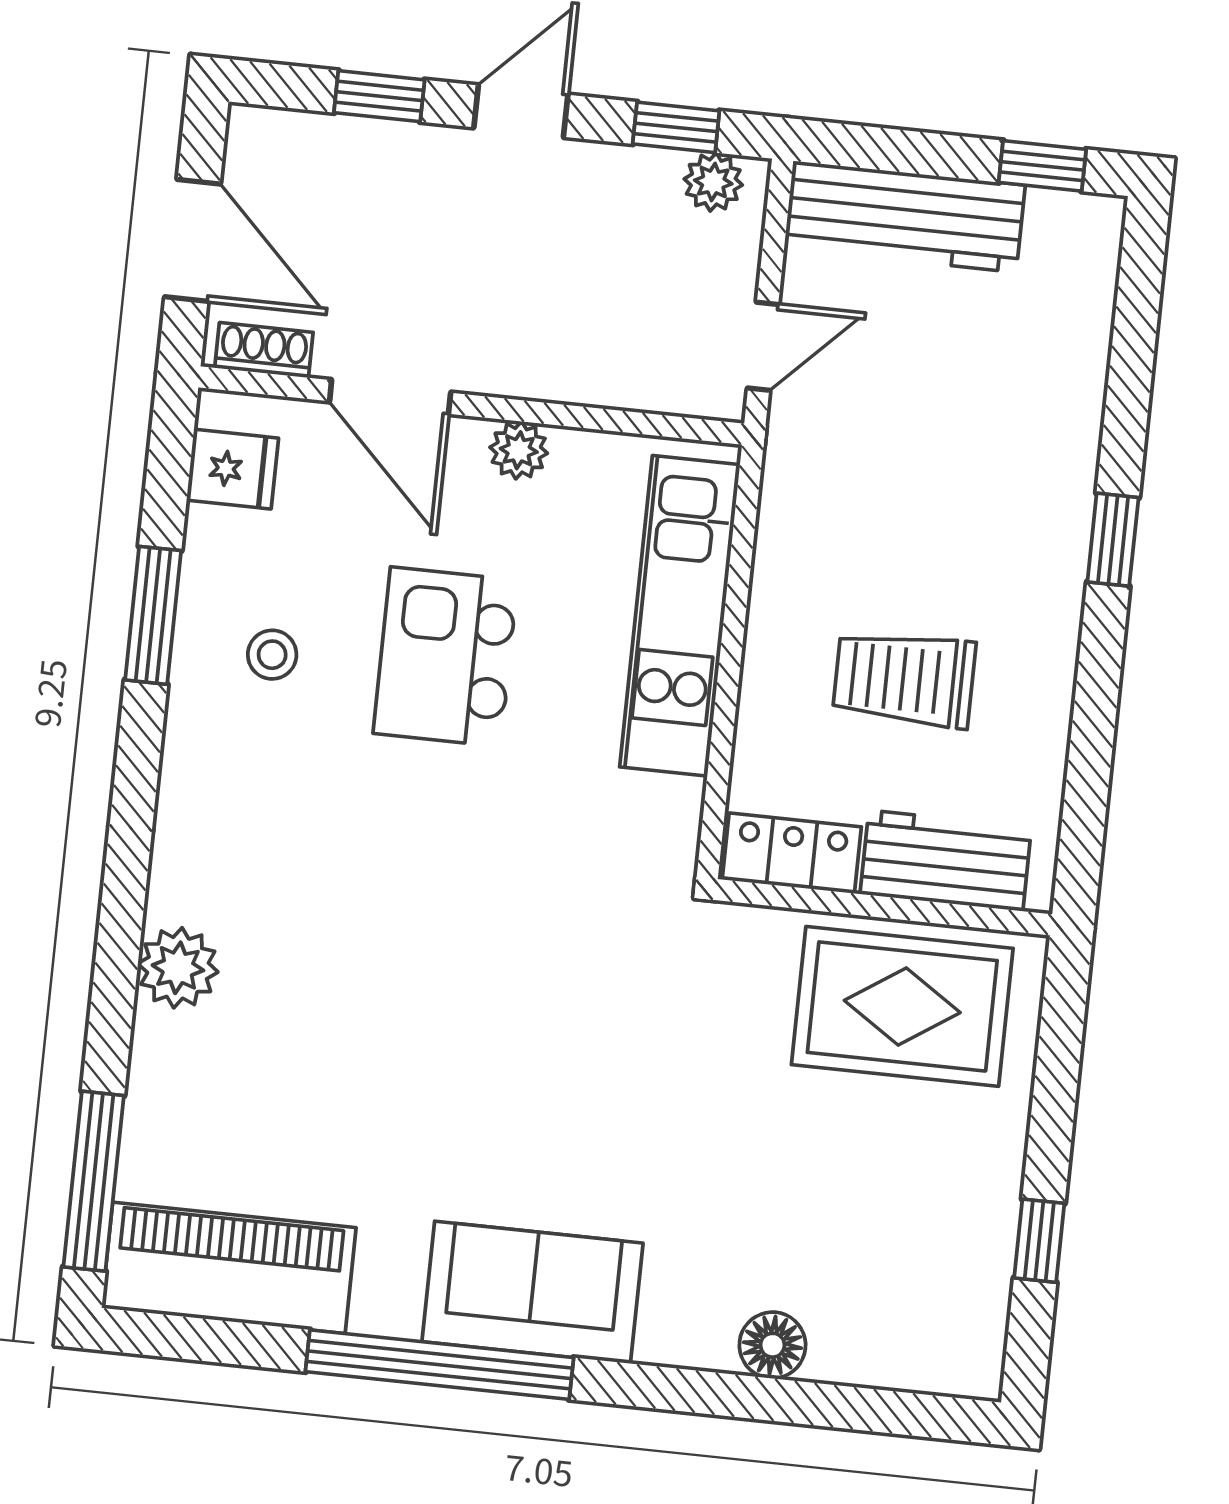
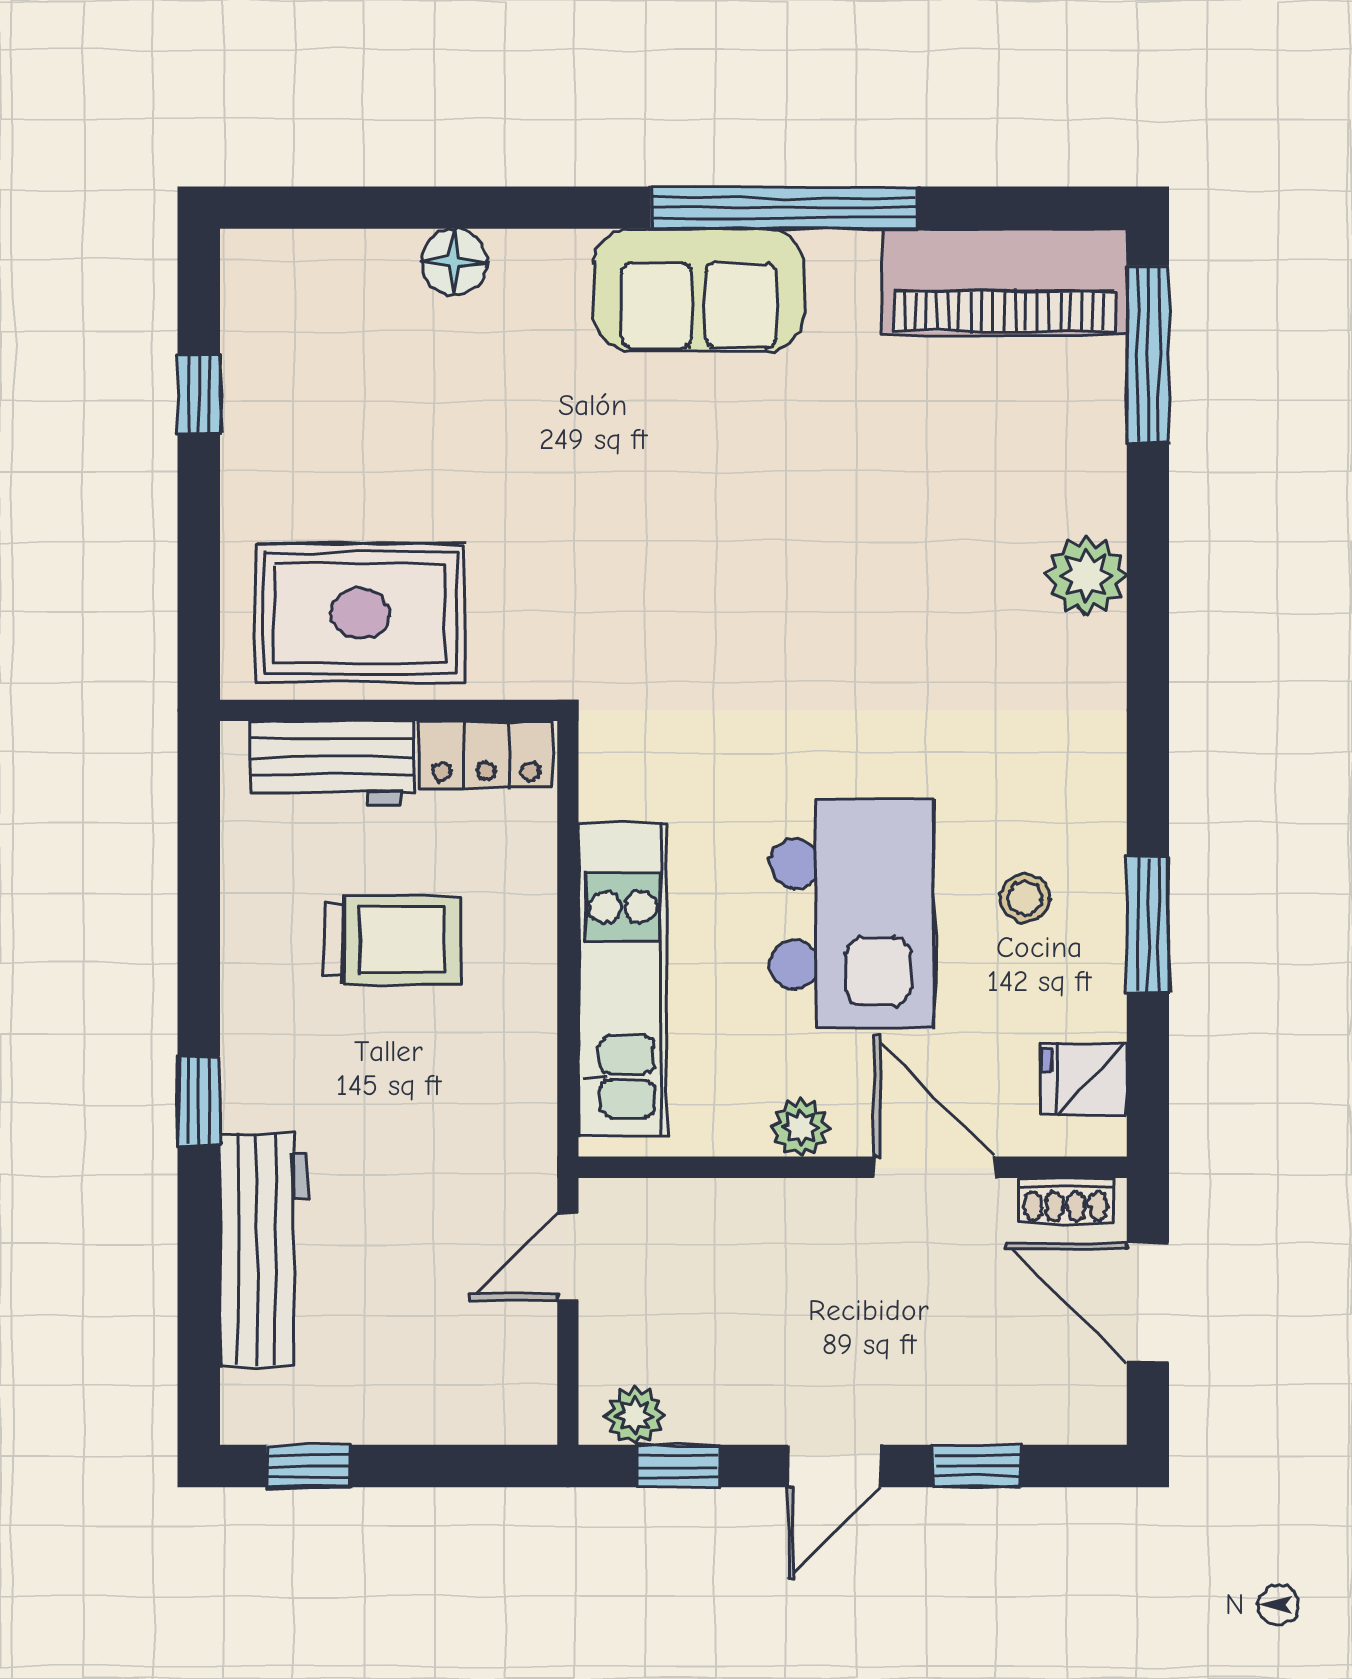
workbench: (905, 217) -> (264, 1250), moved, turned 90
kitchen island: (446, 657) -> (852, 914), width x1.37, depth x1.28

